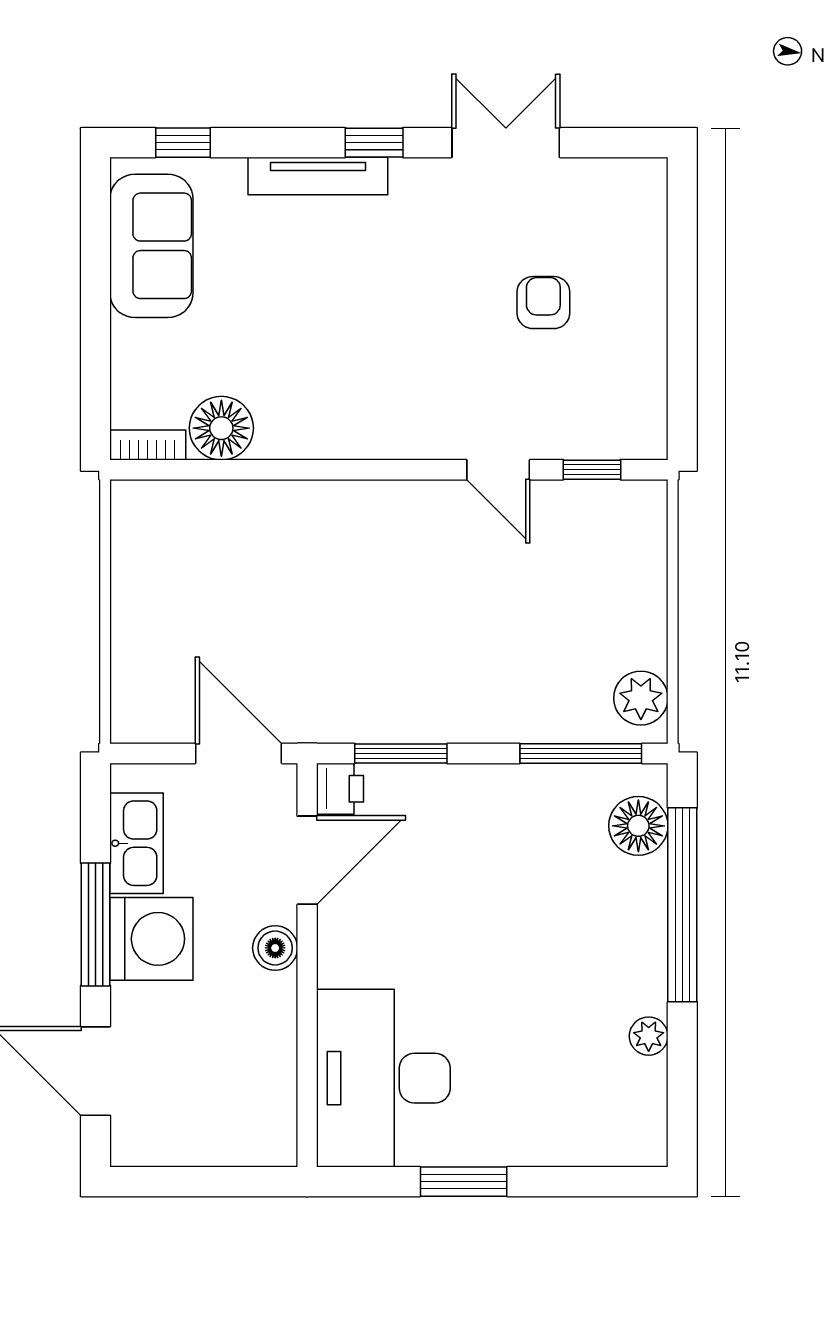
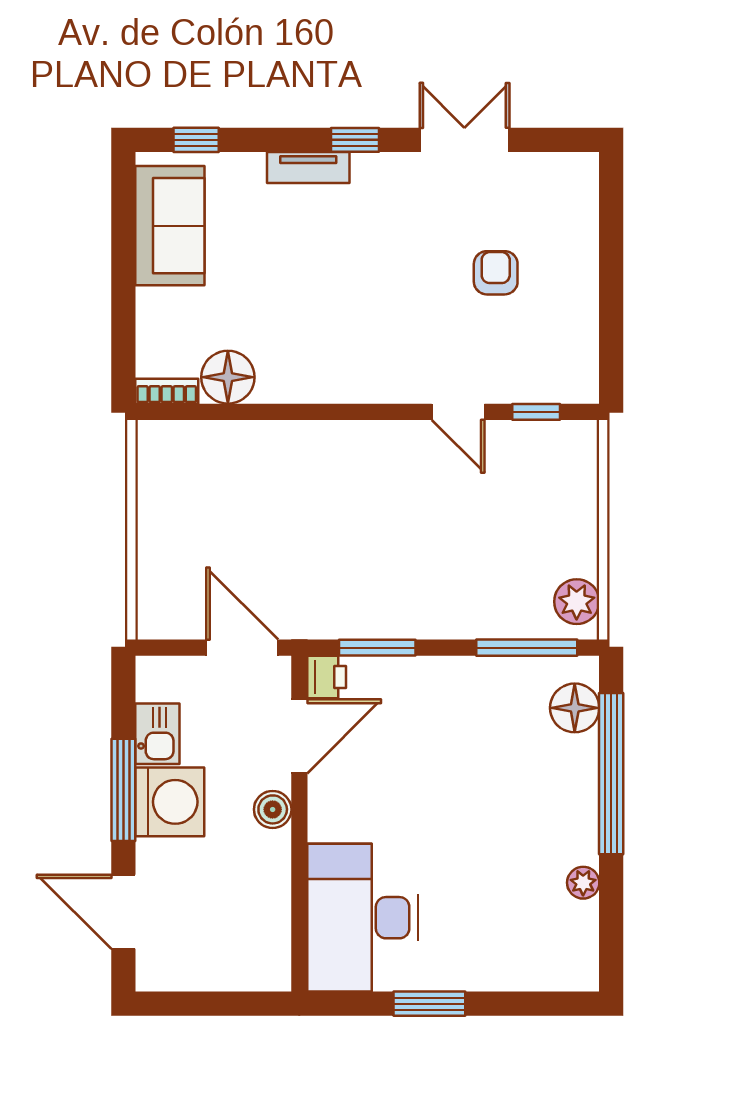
tv unit: (318, 176) -> (308, 167), width x0.71
kitchen sink: (136, 843) -> (157, 734), width x0.73

